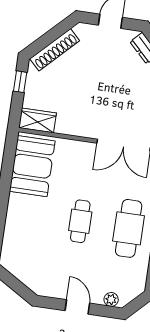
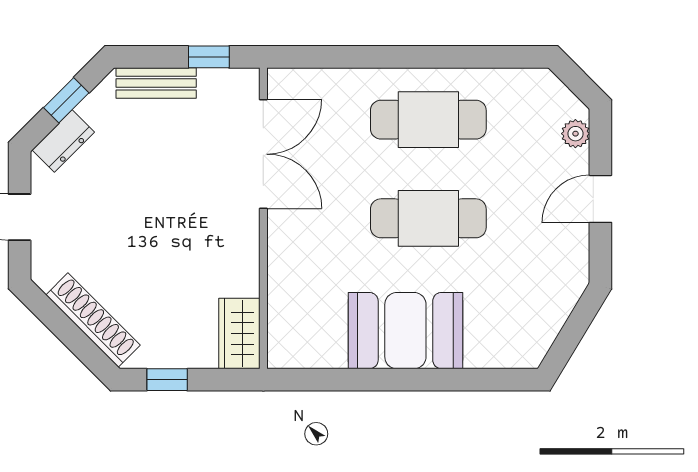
booth: (32, 166) -> (405, 331), moved
cafe table: (80, 221) -> (428, 218), width x1.37, depth x1.35

